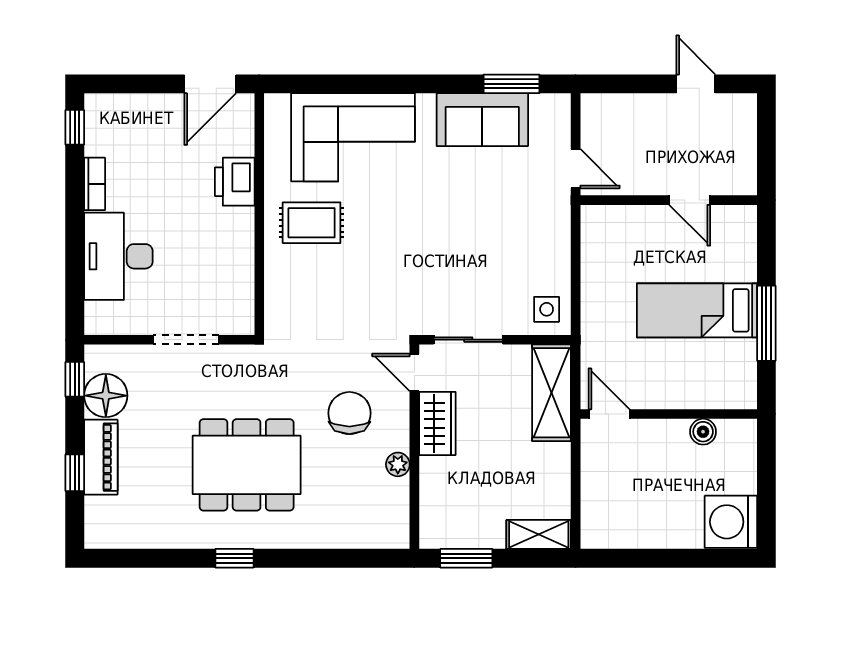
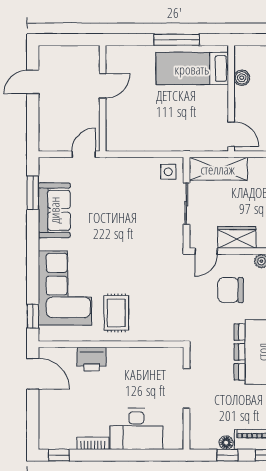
window: (306, 84) -> (33, 316), added
bed: (697, 310) -> (192, 69), moved, turned 90
sliding door: (468, 340) -> (186, 204), moved
window: (75, 379) -> (227, 455), moved
floor lamp: (106, 396) -> (226, 443), width x0.53, depth x0.53
door: (609, 414) -> (231, 134), swing flipped

